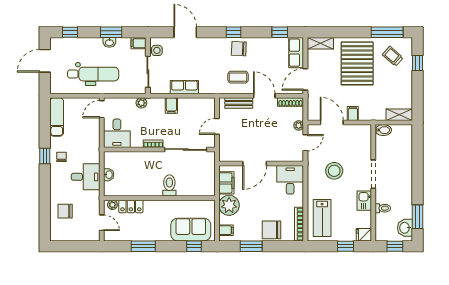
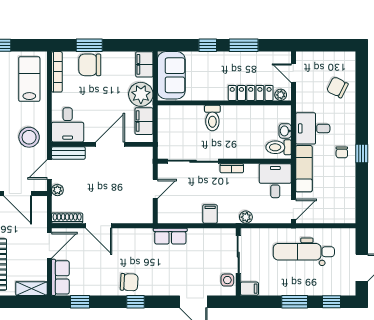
window: (111, 32) -> (295, 302), moved
washbasin: (109, 42) -> (284, 290), removed
coffee table: (238, 77) -> (130, 248), removed
row of seats: (184, 87) -> (170, 236), moved
bench: (239, 103) -> (68, 153), moved
exam couch: (57, 117) -> (304, 169), moved, turned 180
toilet: (114, 161) -> (279, 147), added
stool: (334, 171) -> (29, 137), moved
locker: (131, 206) -> (251, 93), width x1.53
chair: (65, 211) -> (337, 87), turned -153
sofa: (191, 230) -> (171, 75), moved, turned -90
filing cabinet: (226, 230) -> (144, 64), width x2.00
chair: (272, 230) -> (90, 65), turned 180
window: (194, 246) -> (208, 45), moved
window: (251, 246) -> (89, 45), moved

